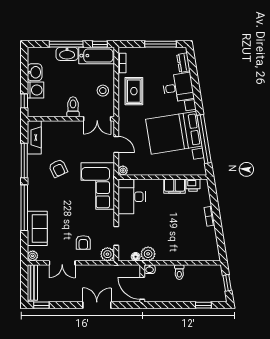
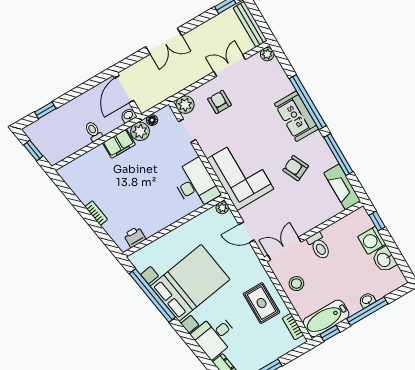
washbasin: (67, 54) -> (367, 300), width x0.52, depth x0.69
filing cabinet: (174, 186) -> (119, 144), moved, turned 180
sofa: (37, 228) -> (296, 116), moved
door: (142, 288) -> (124, 89), swing flipped

